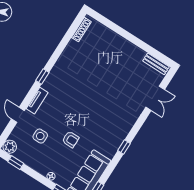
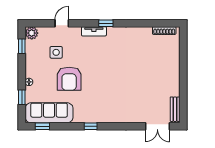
double door: (155, 98) -> (157, 126), moved
tv unit: (37, 101) -> (94, 31), moved
armchair: (70, 139) -> (69, 79), width x1.88, depth x1.88

